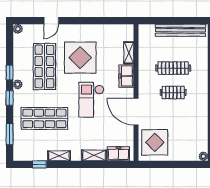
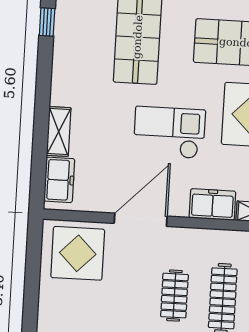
shelving: (59, 156) -> (62, 62), removed

